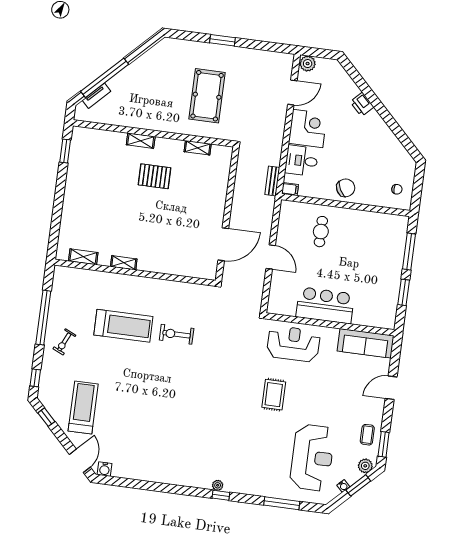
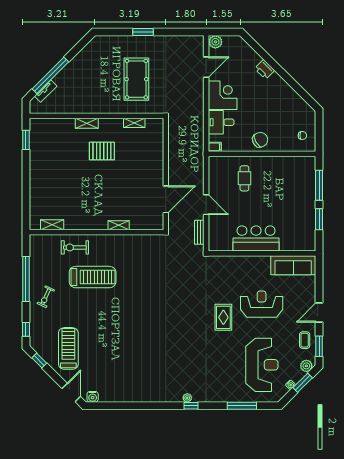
bench: (272, 181) -> (199, 232), moved
shelving: (124, 263) -> (119, 225), moved
exercise bike: (177, 334) -> (75, 247), moved
reception desk: (293, 344) -> (262, 304), moved
door: (391, 388) -> (319, 313), moved

